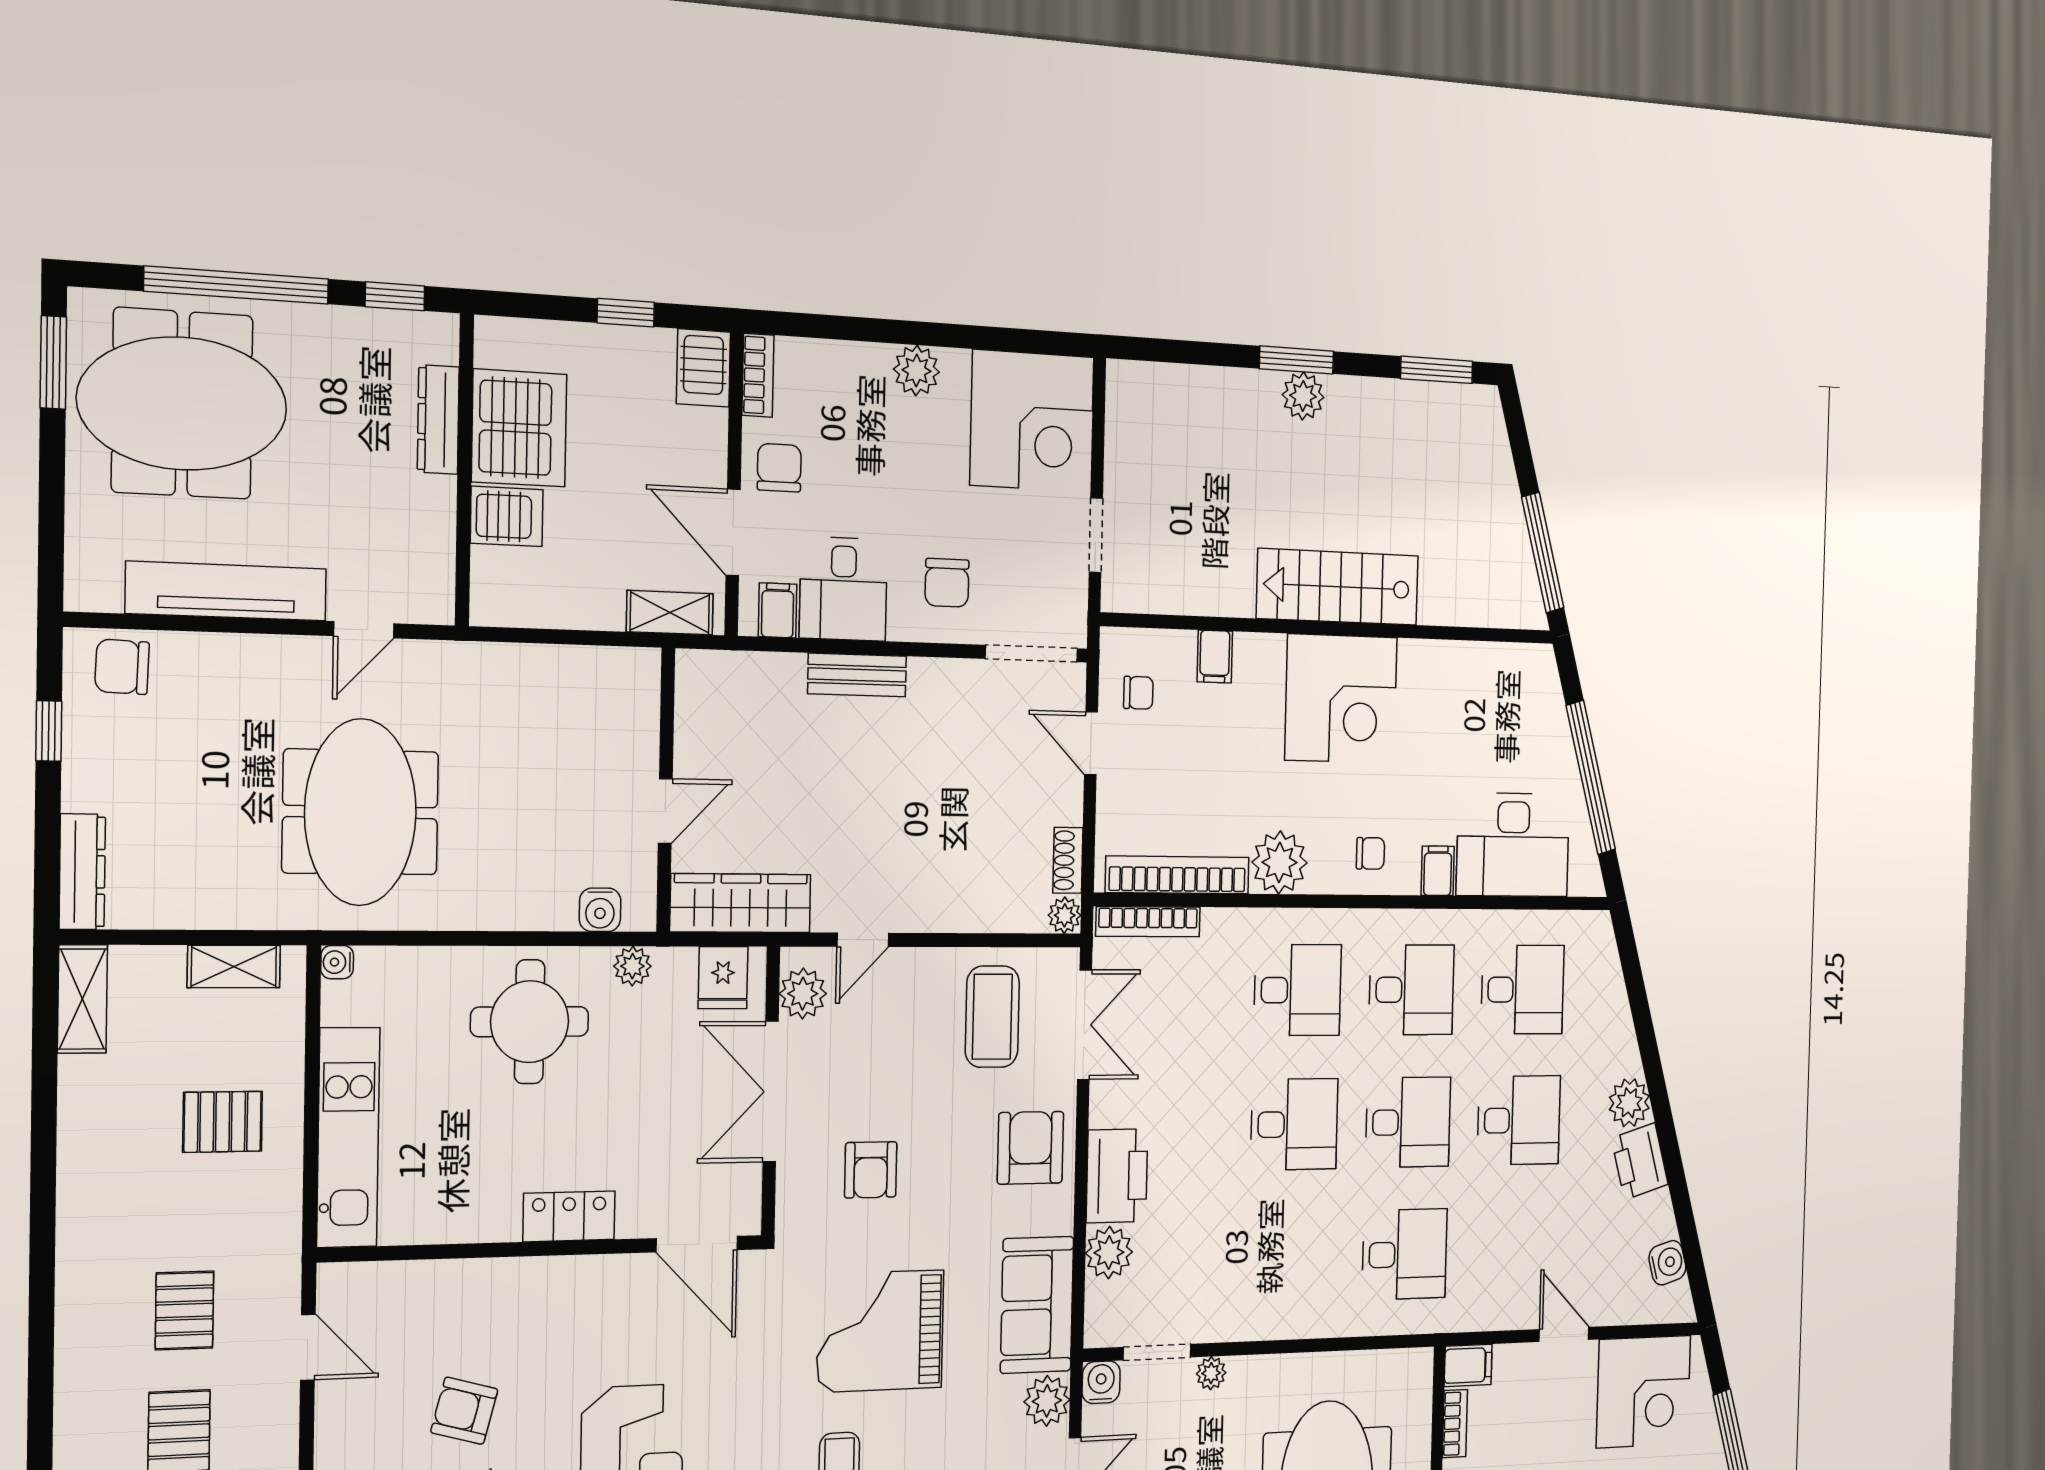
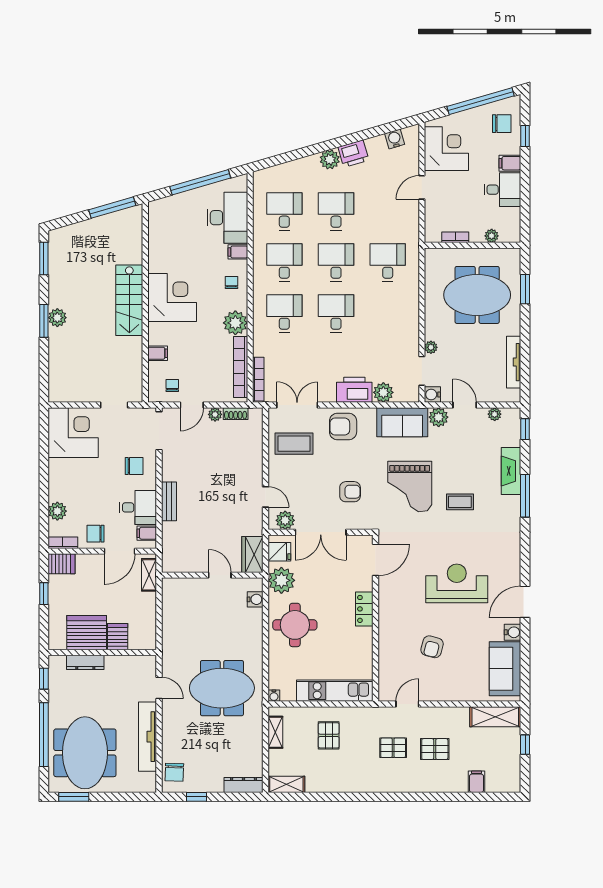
plant: (917, 370) -> (57, 511), moved
wardrobe: (741, 903) -> (252, 554), width x0.67
plant: (1065, 915) -> (215, 414), moved
plant: (632, 966) -> (281, 580), width x1.88, depth x1.88
filing cabinet: (1468, 1365) -> (433, 232), removed

